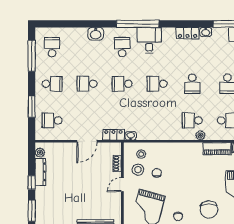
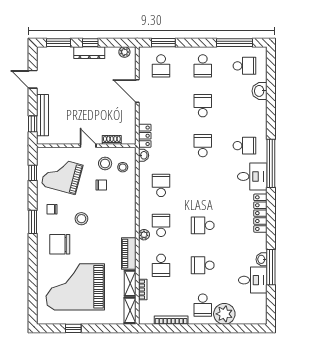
washbasin: (206, 32) -> (262, 259), moved
locker: (188, 33) -> (260, 213), width x1.53
washbasin: (96, 34) -> (260, 91), moved
school desk: (157, 84) -> (161, 185), moved
window: (32, 107) -> (163, 43), moved
school desk: (52, 120) -> (161, 66), turned 180
door: (87, 141) -> (137, 91), moved
dresser: (40, 172) -> (89, 53), moved
stool: (186, 190) -> (81, 219), added

